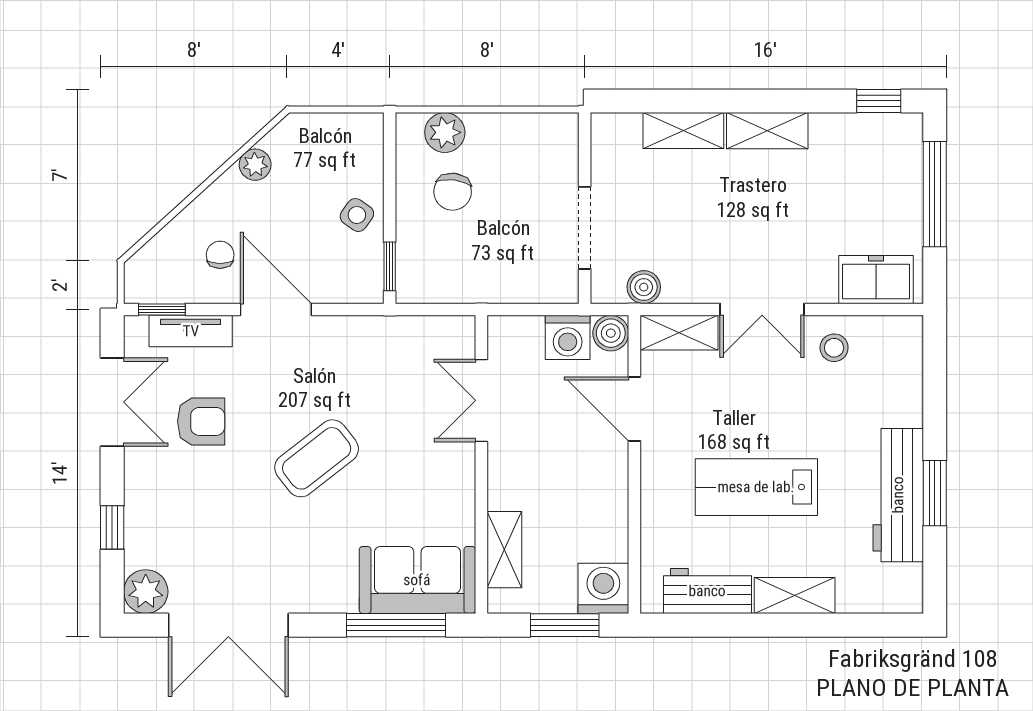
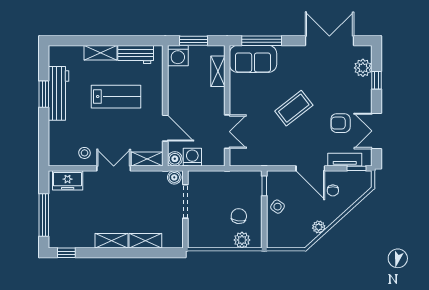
boiler: (644, 287) -> (174, 177), moved
plant: (146, 592) -> (363, 68), moved

